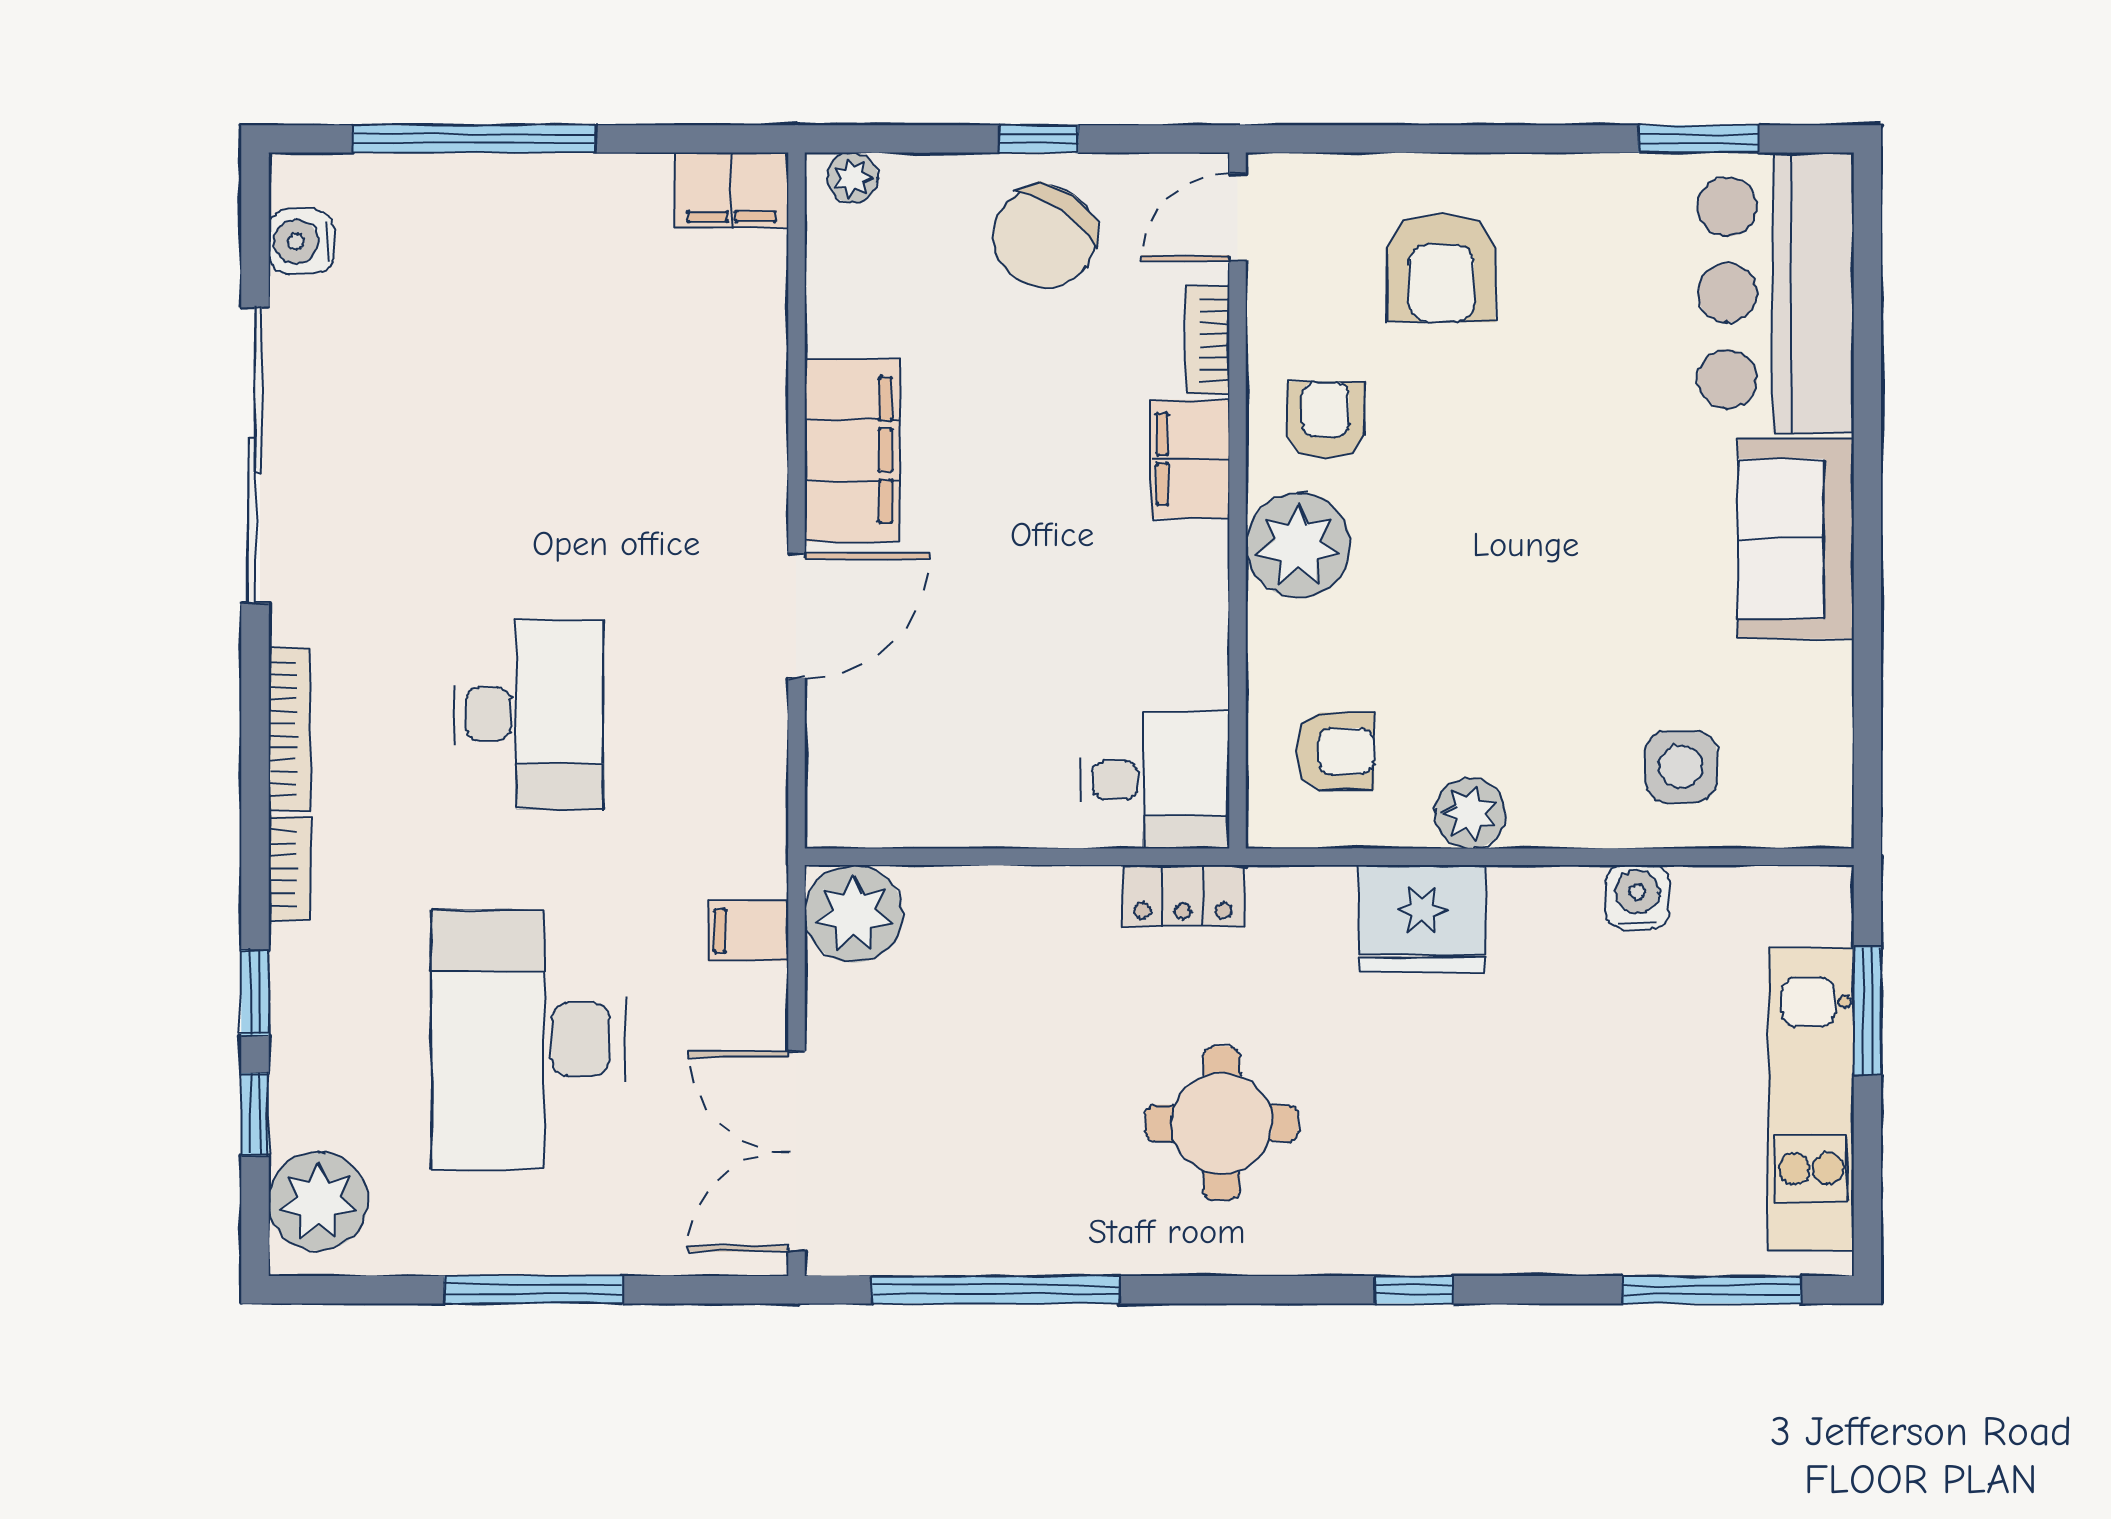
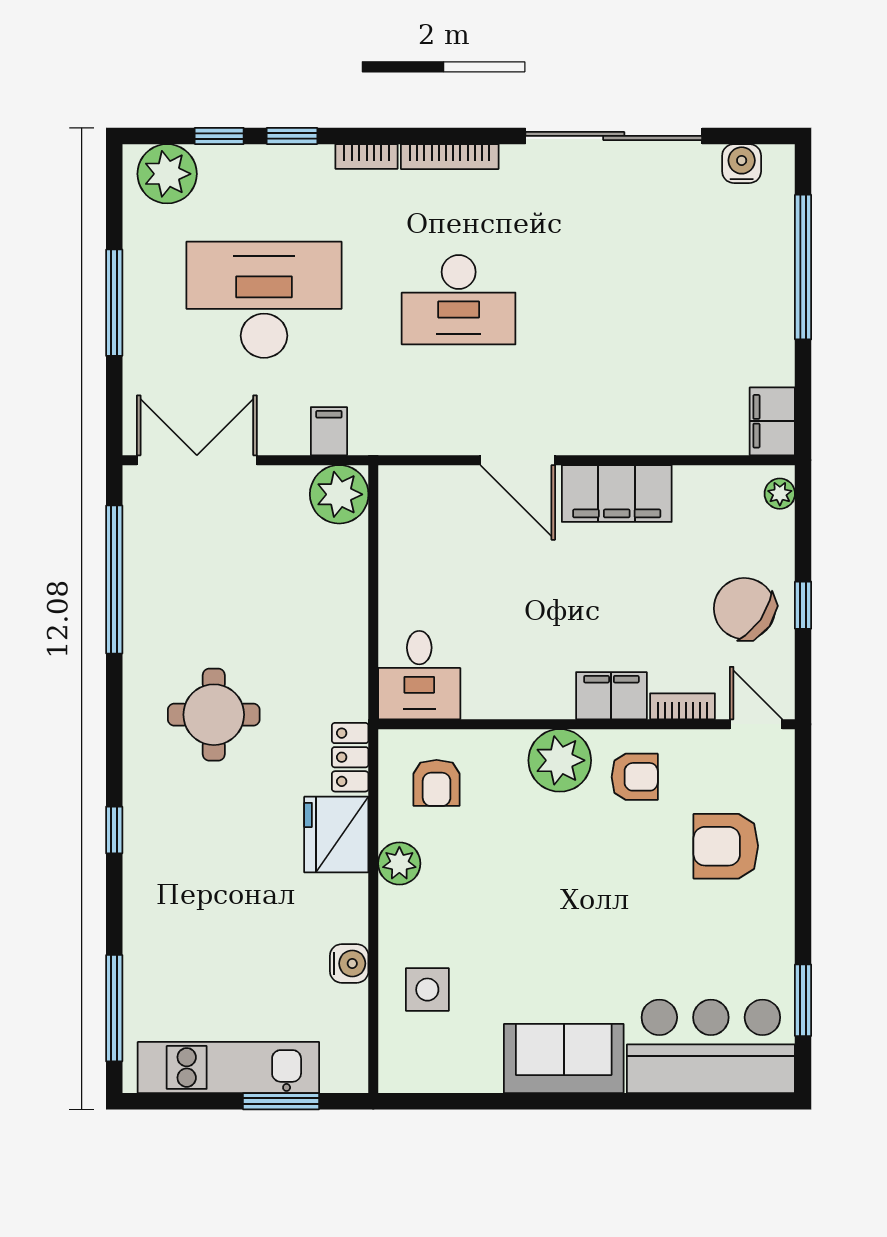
locker: (1183, 896) -> (350, 757), moved

